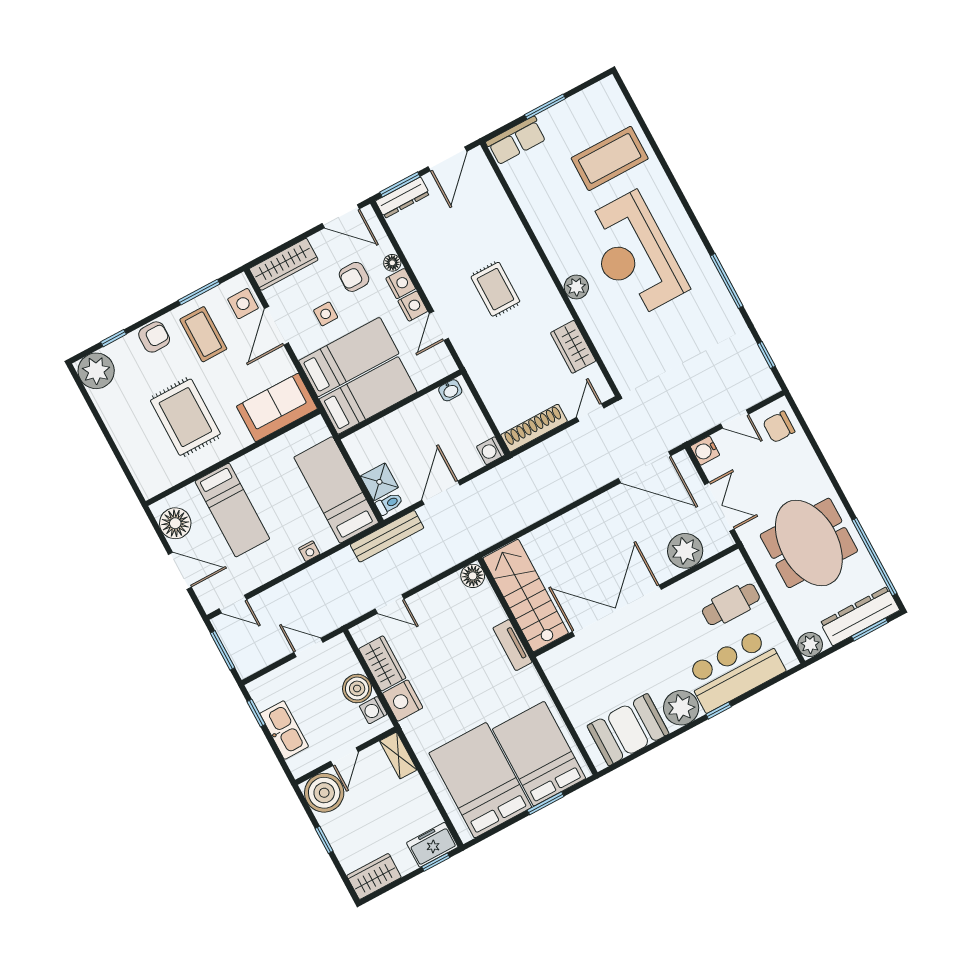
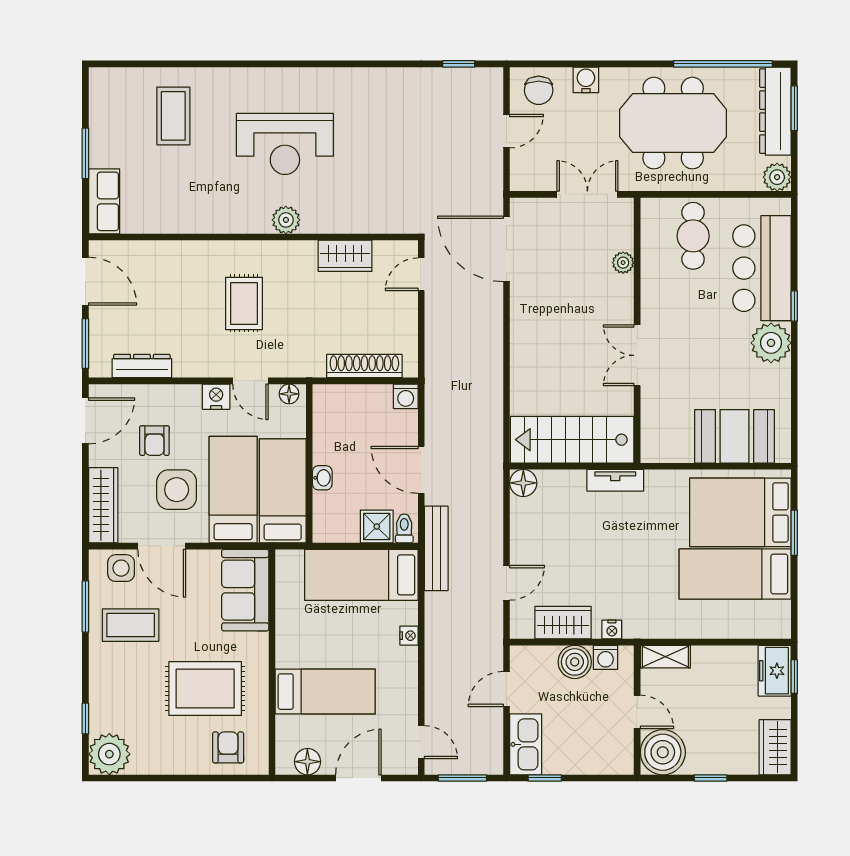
coffee table: (610, 158) -> (173, 116), width x0.73, depth x0.76
dresser: (403, 198) -> (142, 366), moved, turned -90
reception desk: (634, 255) -> (285, 144), width x0.74, depth x0.77
floor lamp: (392, 263) -> (289, 394), moved
window: (727, 281) -> (362, 64), removed
nightstand: (401, 284) -> (187, 397), removed
rug: (495, 289) -> (244, 303), turned 90
side table: (326, 314) -> (177, 490), width x1.87, depth x1.87
armchair: (154, 337) -> (228, 747), moved
washbasin: (450, 390) -> (322, 478), moved
door: (590, 413) -> (421, 274), hinge flipped
shoe rack: (534, 428) -> (364, 366), moved, turned 90
water cooler: (705, 451) -> (586, 80), moved, turned 180
door: (645, 467) -> (506, 249), swing flipped
floor lamp: (175, 523) -> (307, 762), width x0.73, depth x0.73
plant: (685, 551) -> (623, 263), width x0.53, depth x0.53
door: (233, 604) -> (421, 742), hinge flipped
double door: (617, 611) -> (637, 355), width x0.54
nightstand: (403, 701) -> (612, 630), width x0.53, depth x0.56
kitchen sink: (284, 730) -> (526, 744), moved, turned 90
booth: (628, 730) -> (735, 436), moved, turned 90
bed: (480, 780) -> (735, 574), width x0.67

